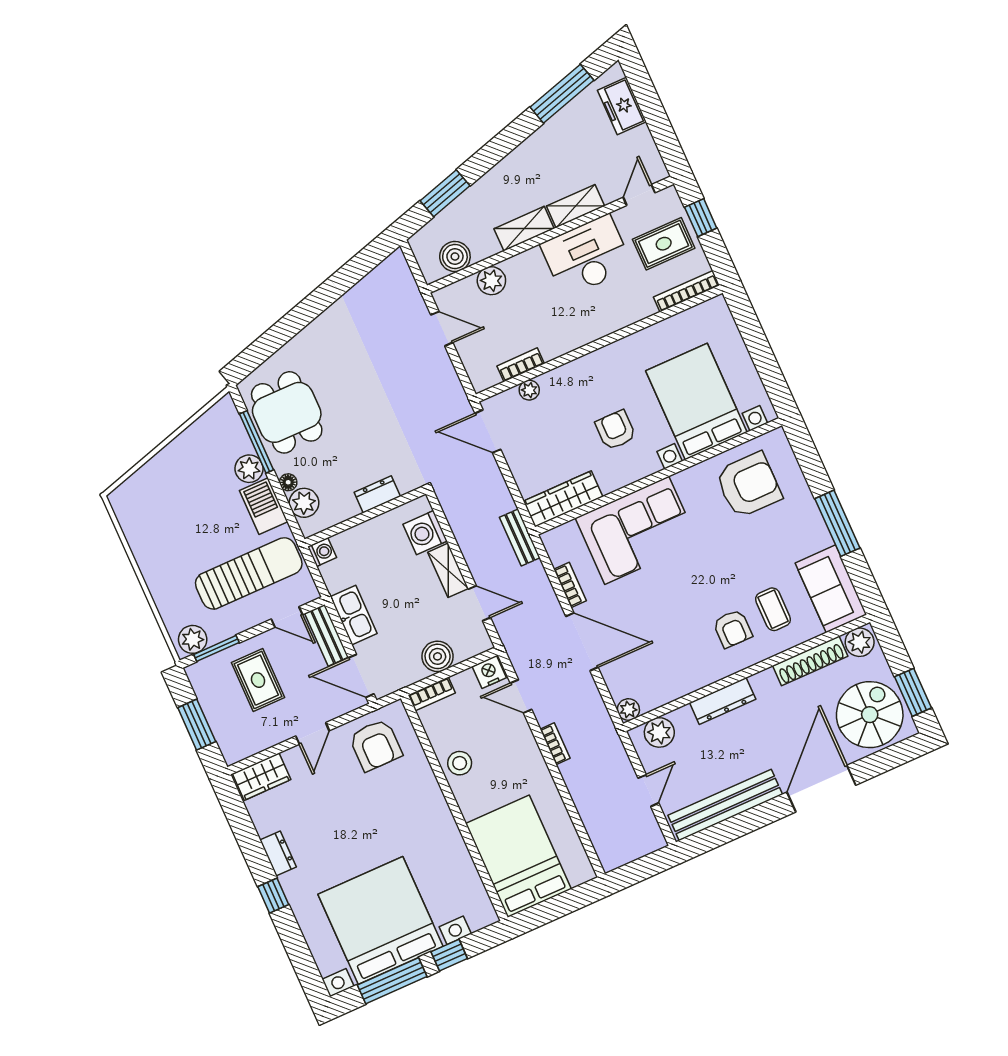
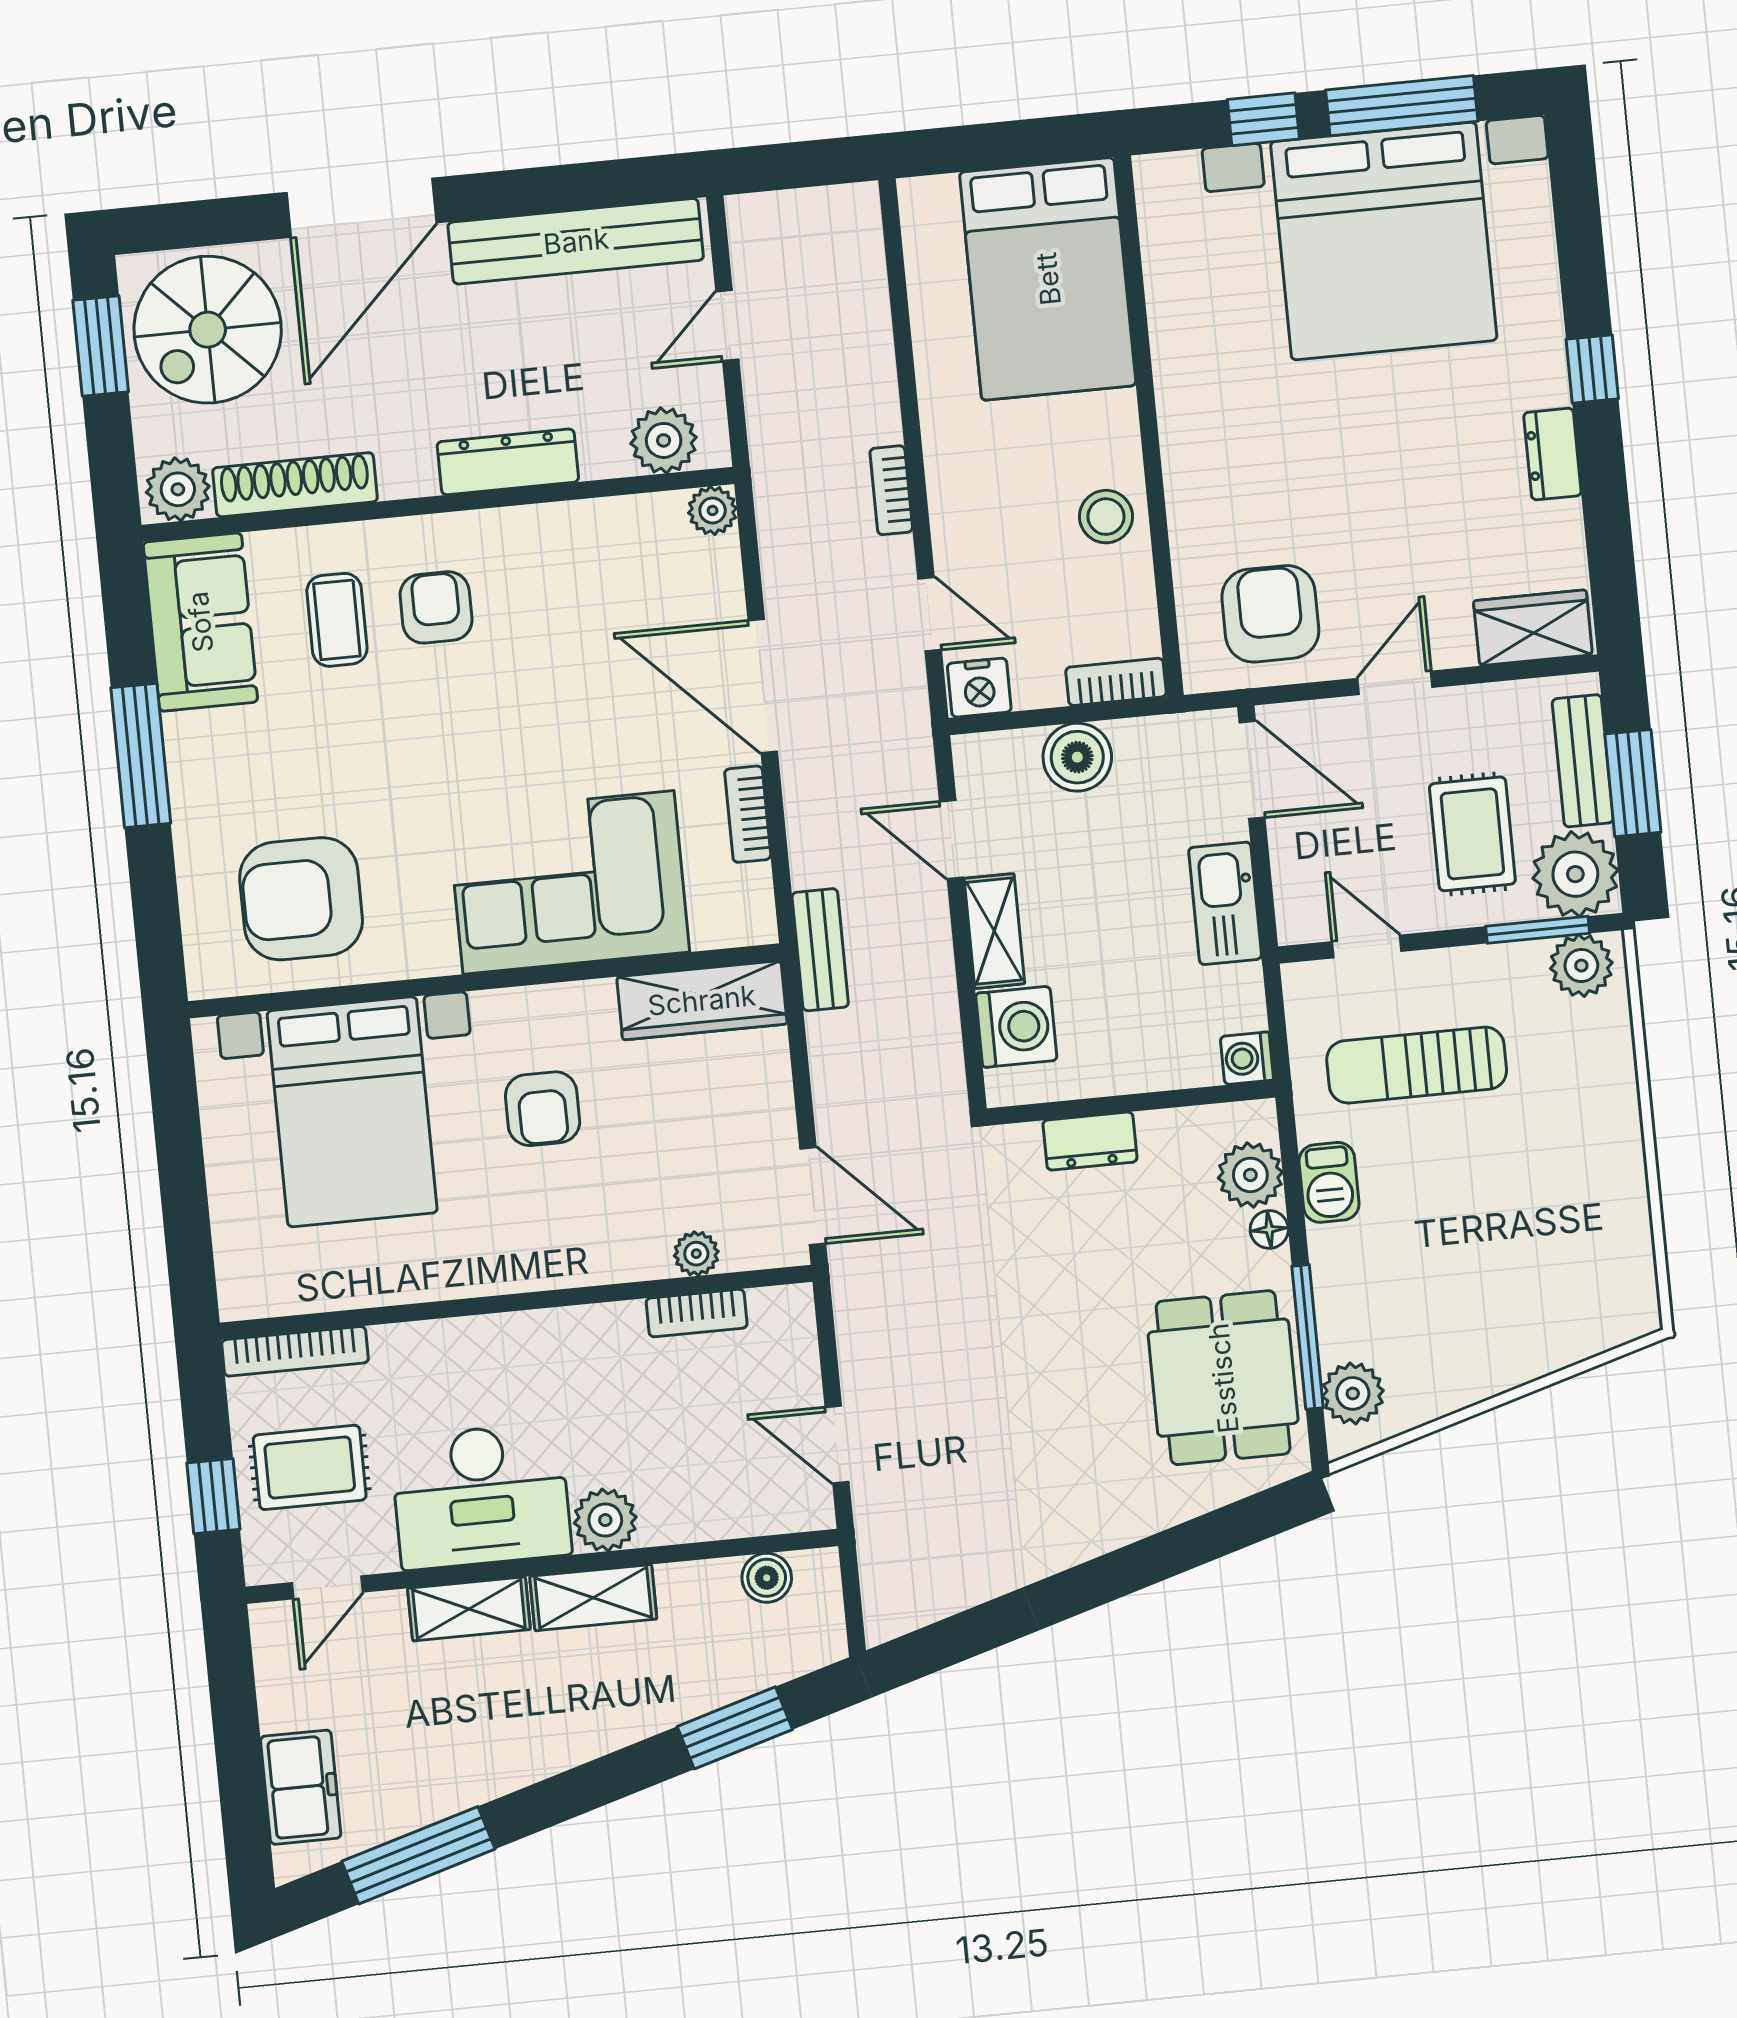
boiler: (455, 256) -> (767, 1578), width x0.73, depth x0.73
plant: (491, 281) -> (605, 1520), moved
plant: (249, 469) -> (1353, 1393), moved
barbecue: (264, 506) -> (1329, 1182), width x0.73, depth x0.79
sun lounger: (249, 573) -> (1417, 1065), width x0.73, depth x0.75
bench: (327, 635) -> (1583, 761), moved
plant: (208, 678) -> (1575, 874), added

